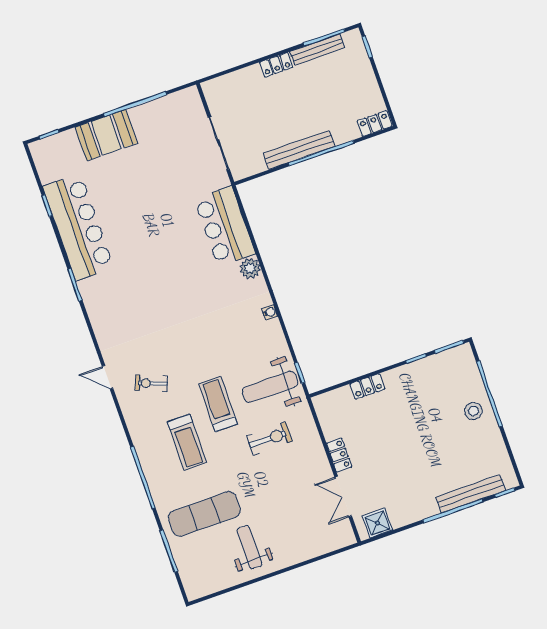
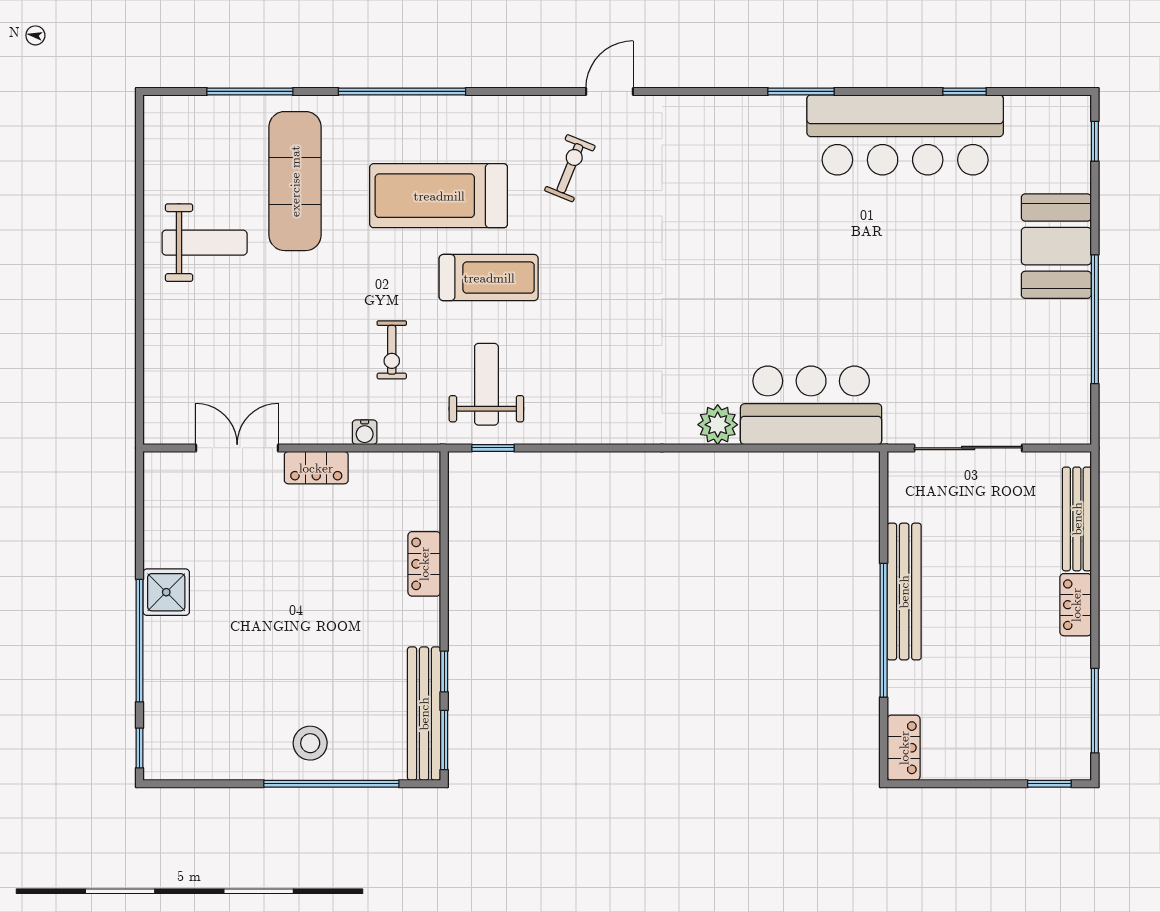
bench: (317, 50) -> (1077, 519), moved
water cooler: (270, 312) -> (365, 432), moved
weight bench: (270, 387) -> (486, 384), width x0.73, depth x0.75
exercise bike: (269, 439) -> (392, 350), width x0.73, depth x0.72
treadmill: (187, 442) -> (439, 196), width x1.37, depth x1.38
bench: (471, 494) -> (424, 714), moved
shower: (377, 523) -> (166, 592), moved

